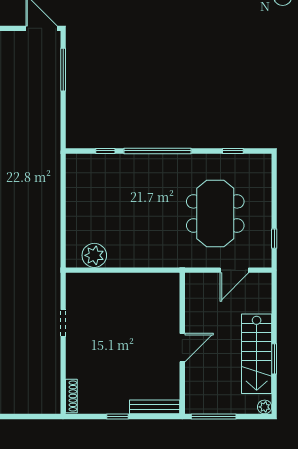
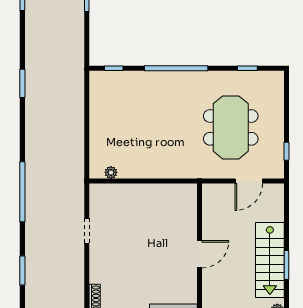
window: (105, 151) -> (114, 68), moved
plant: (94, 255) -> (111, 172), width x0.53, depth x0.53

